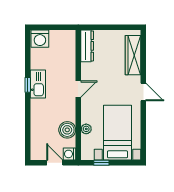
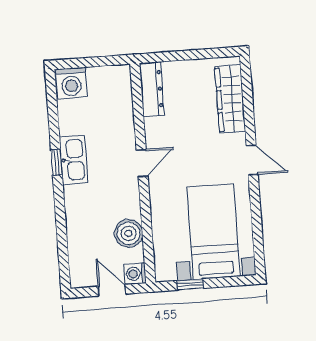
plant: (86, 129) -> (160, 229), removed

